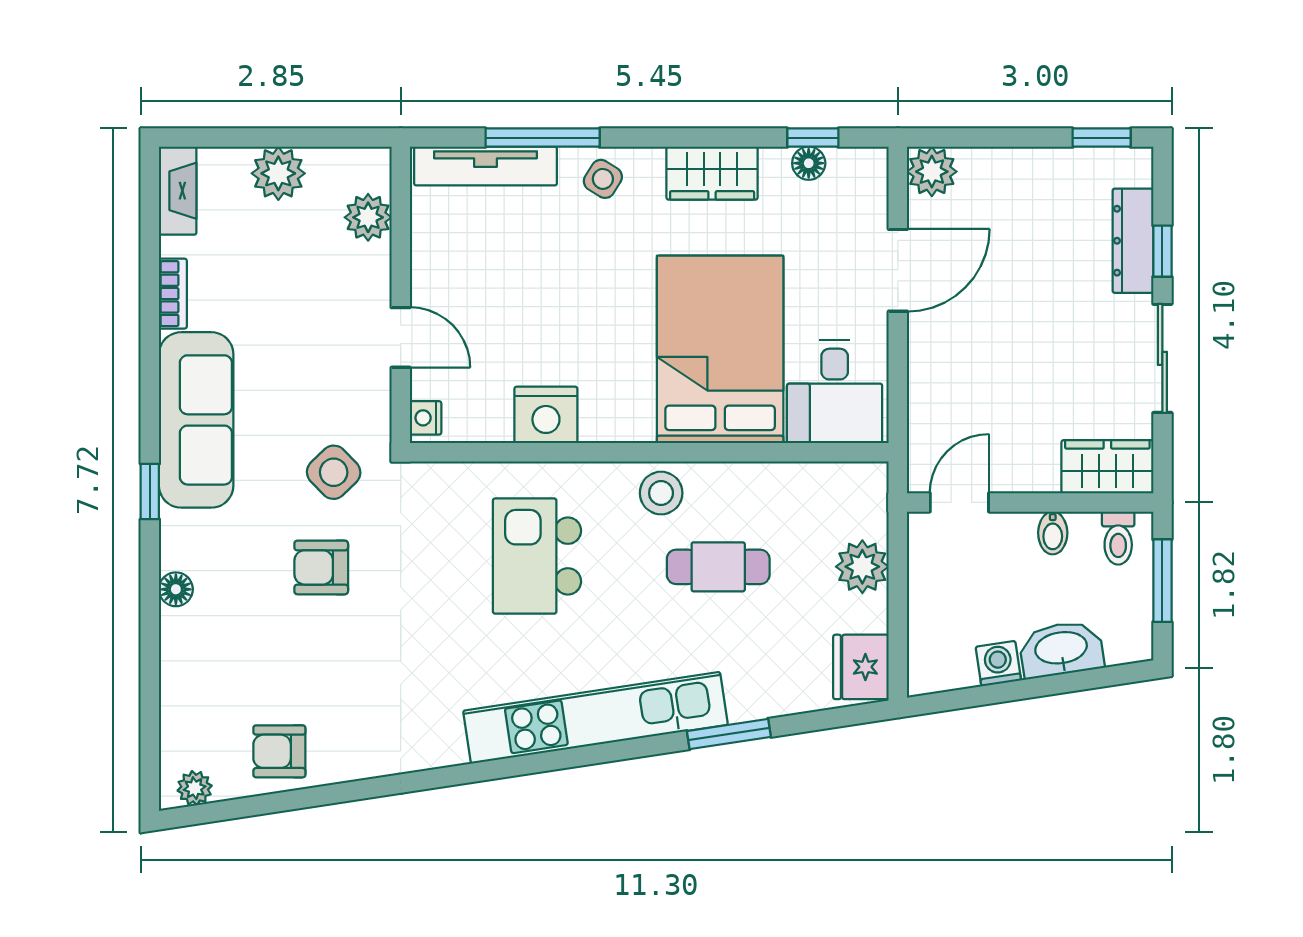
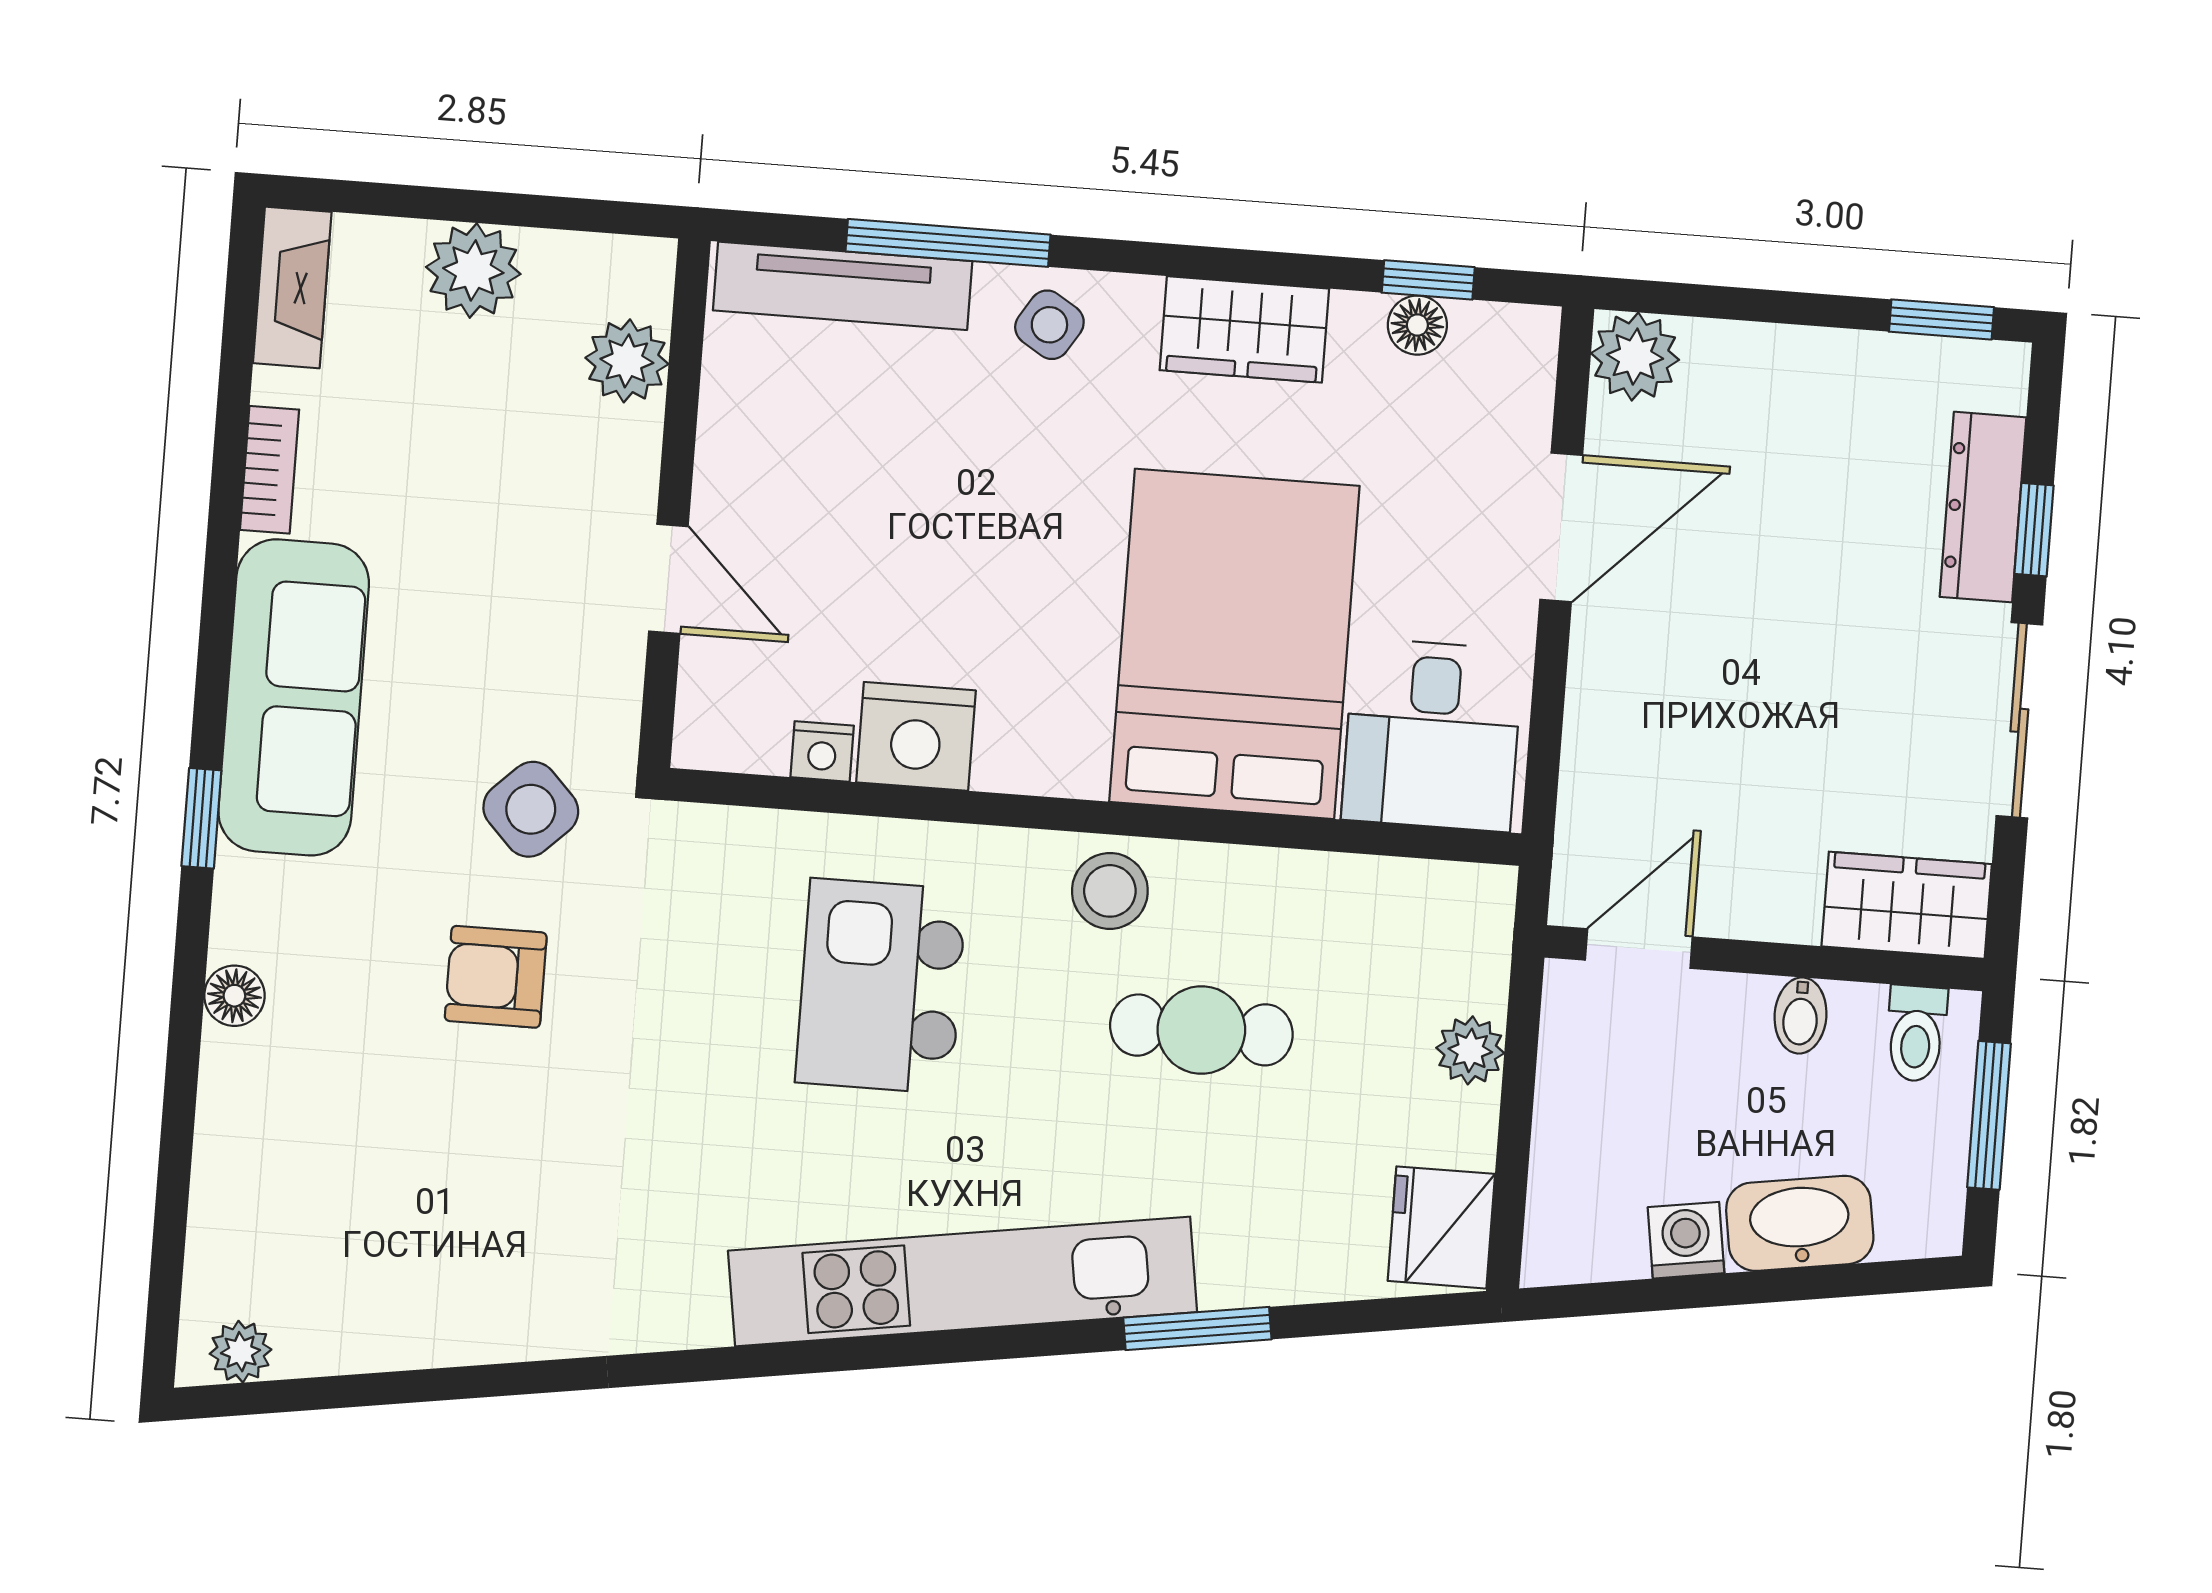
nightstand: (426, 418) -> (822, 751), moved, turned -90
plant: (862, 567) -> (1470, 1050), width x0.73, depth x0.73
armchair: (279, 751) -> (396, 1298), removed

